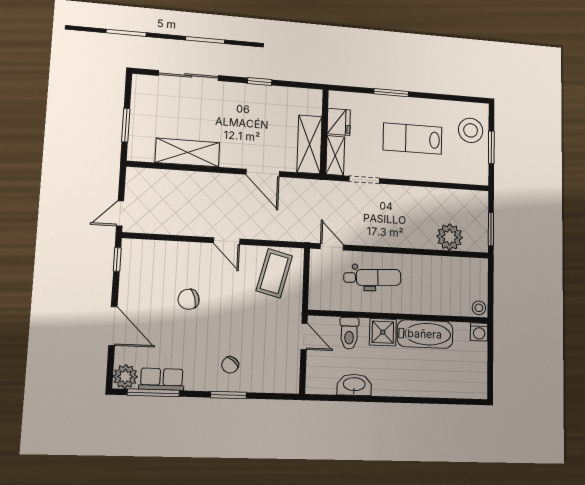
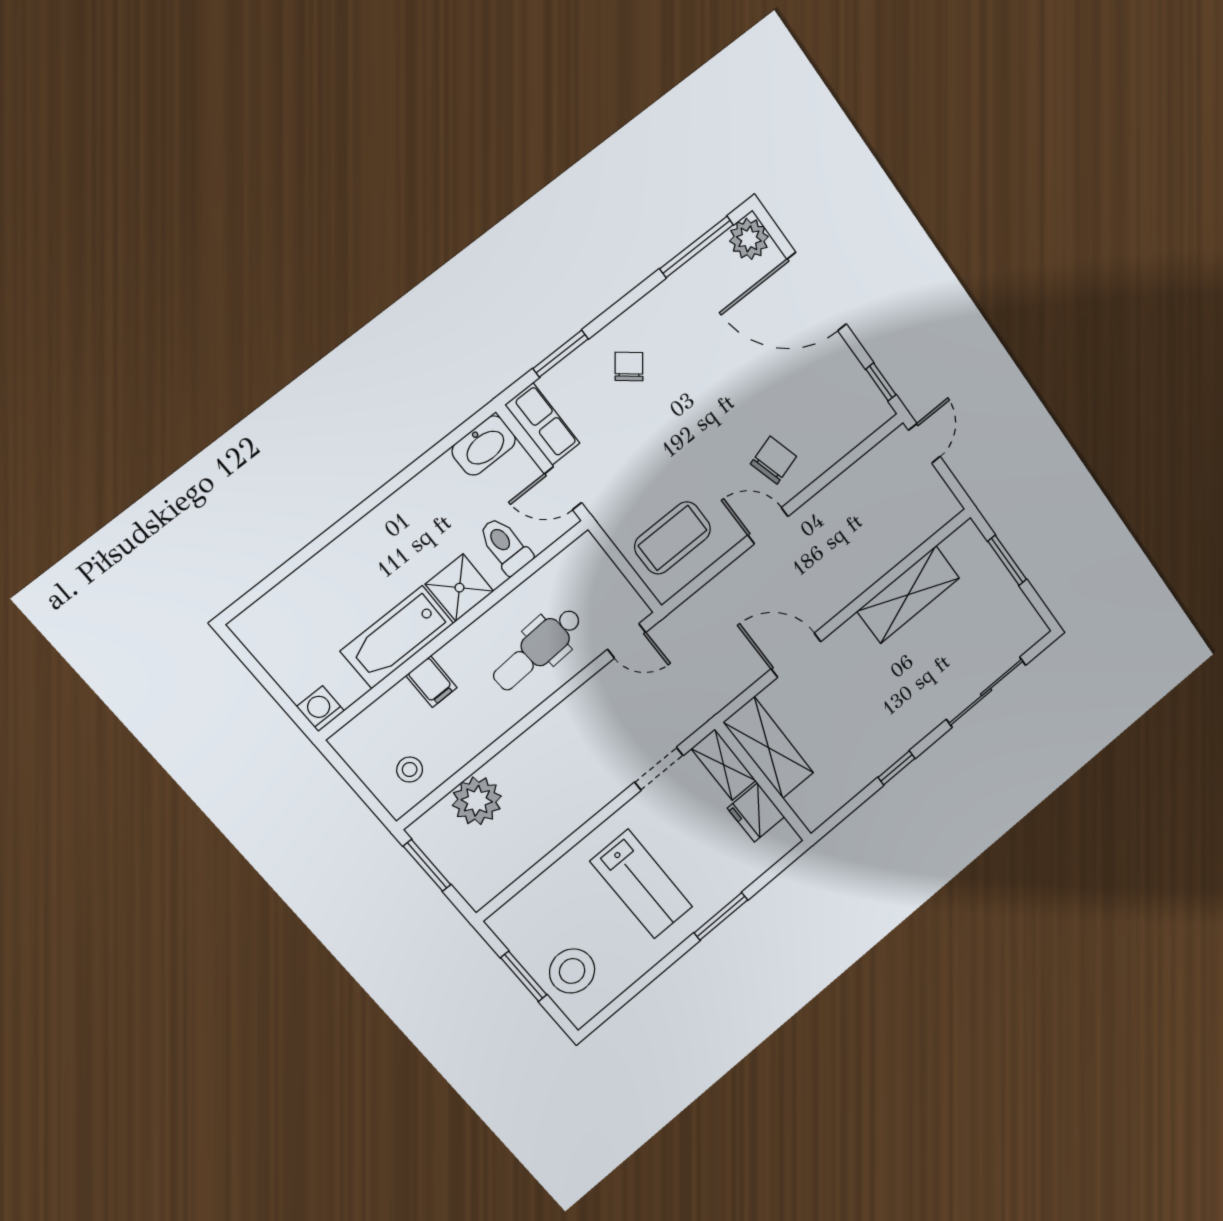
lab bench: (413, 139) -> (641, 884), turned 90
coffee table: (274, 273) -> (673, 538), turned 76
chair: (189, 299) -> (774, 460), moved
filing cabinet: (427, 303) -> (431, 682), added
stool: (479, 308) -> (410, 770), moved
door: (113, 326) -> (817, 292), width x1.36
row of seats: (162, 379) -> (542, 424), moved, turned -90
washbasin: (354, 385) -> (484, 446), moved
window: (228, 395) -> (561, 354), moved

